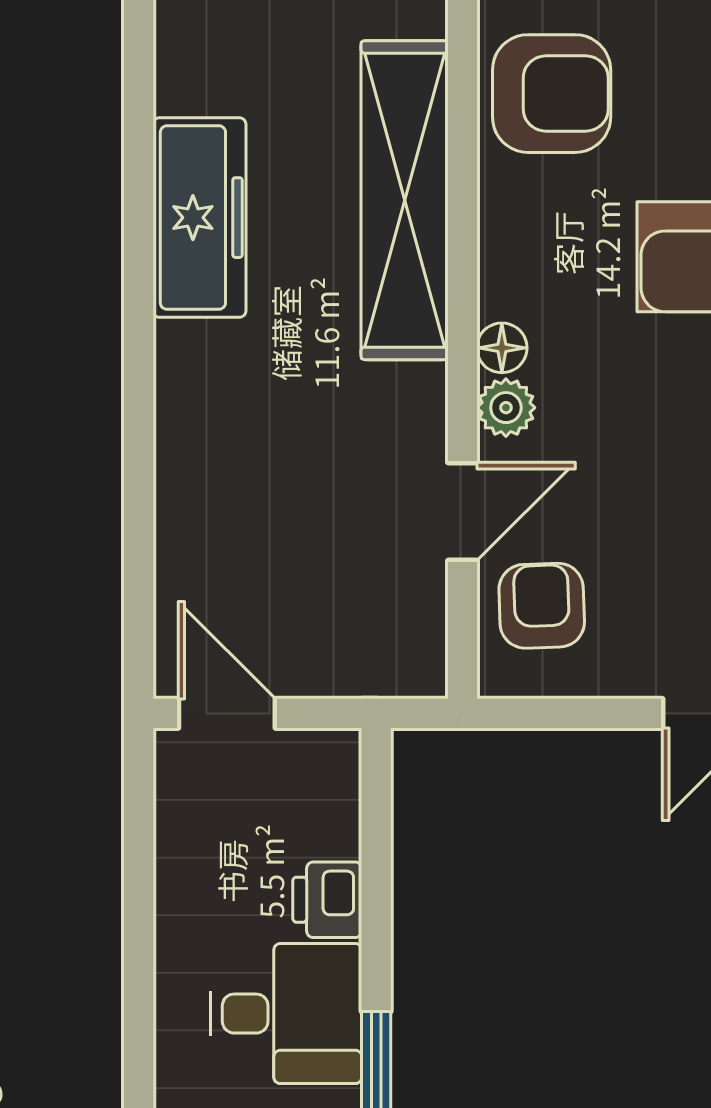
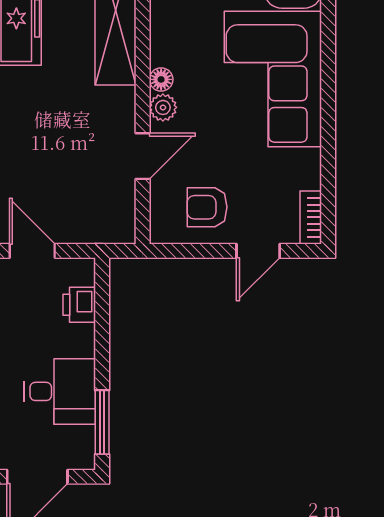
armchair: (542, 606) -> (207, 207), moved, turned -88
printer: (327, 900) -> (79, 305), moved

